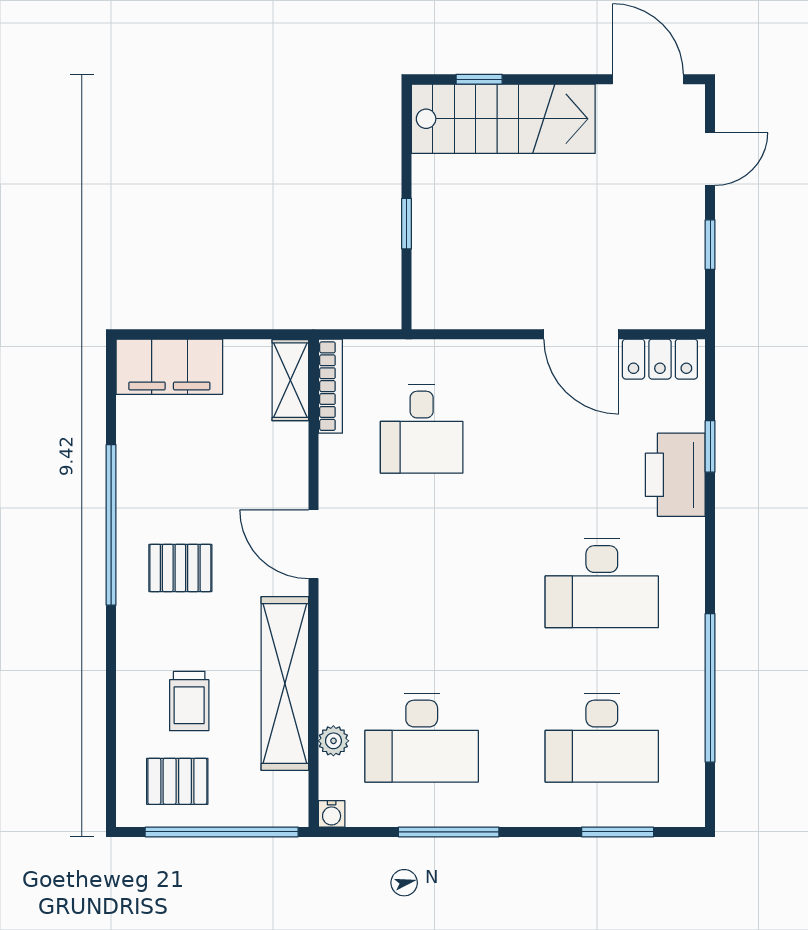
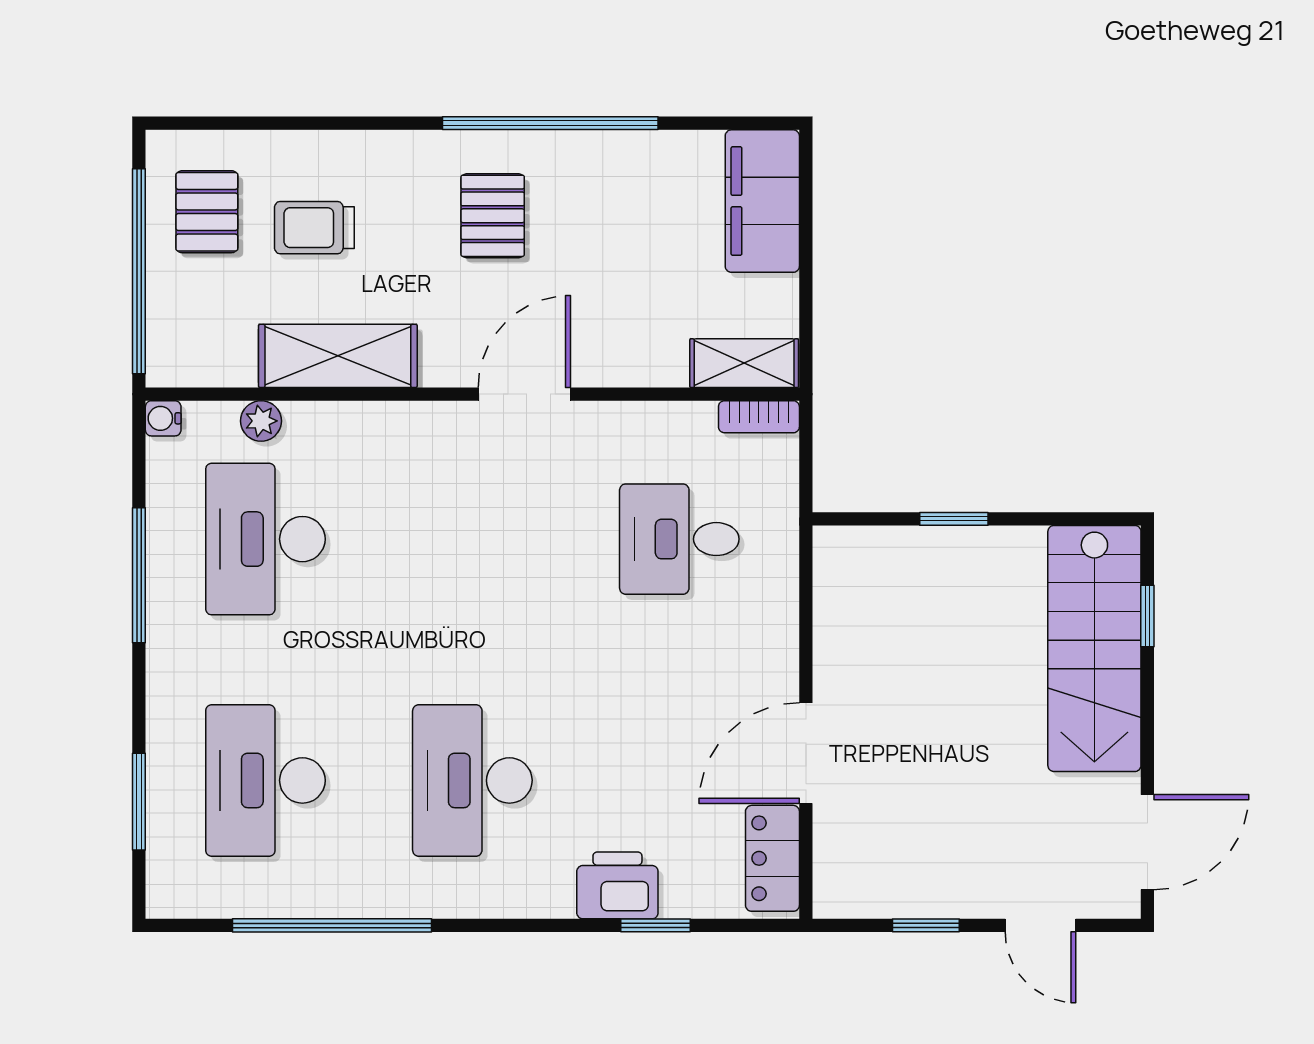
bookcase: (330, 386) -> (759, 417), width x0.64
printer: (675, 475) -> (617, 885), width x0.73, depth x0.84
shelving: (285, 683) -> (338, 356), width x0.68

